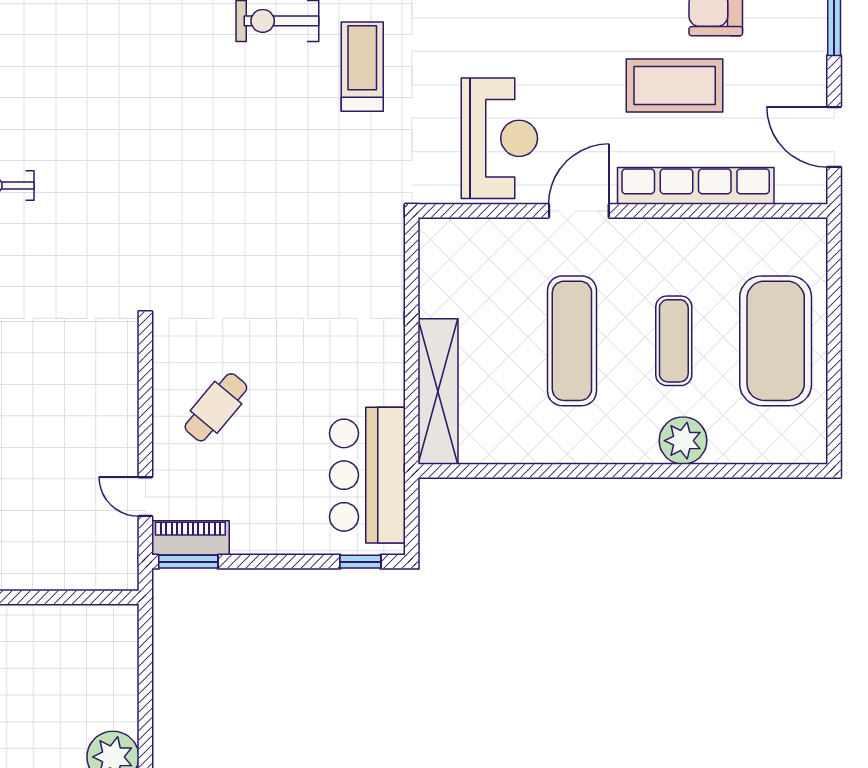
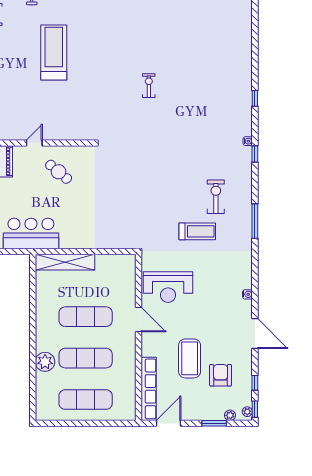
row of seats: (696, 186) -> (149, 389), moved
exercise mat: (674, 341) -> (86, 358), width x1.36, depth x1.45
exercise mat: (776, 341) -> (86, 400), width x0.68
door: (145, 497) -> (34, 143), moved

